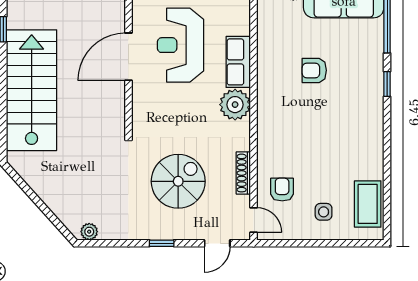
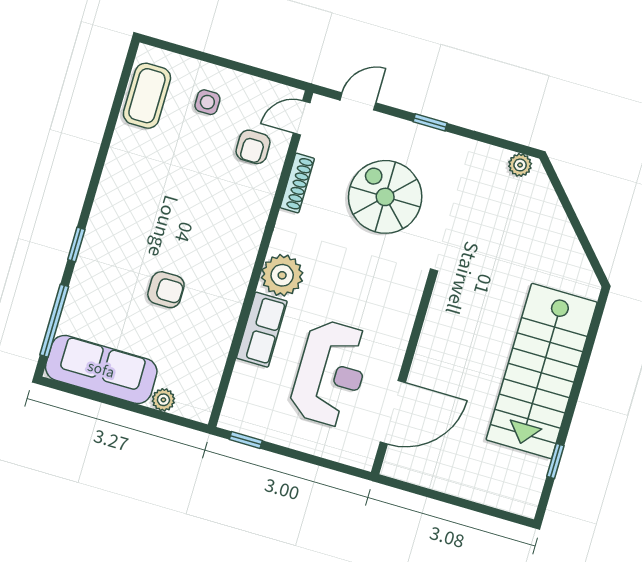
door: (128, 57) -> (393, 412), moved
spiral stairs: (178, 181) -> (385, 197), turned 90
door: (254, 220) -> (302, 118), hinge flipped

